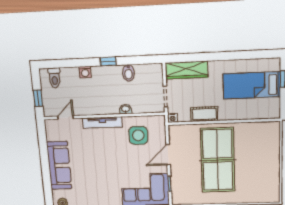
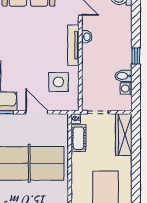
washing machine: (85, 72) -> (126, 89), moved
washbasin: (126, 109) -> (87, 37), moved
cot: (204, 114) -> (78, 138), moved

